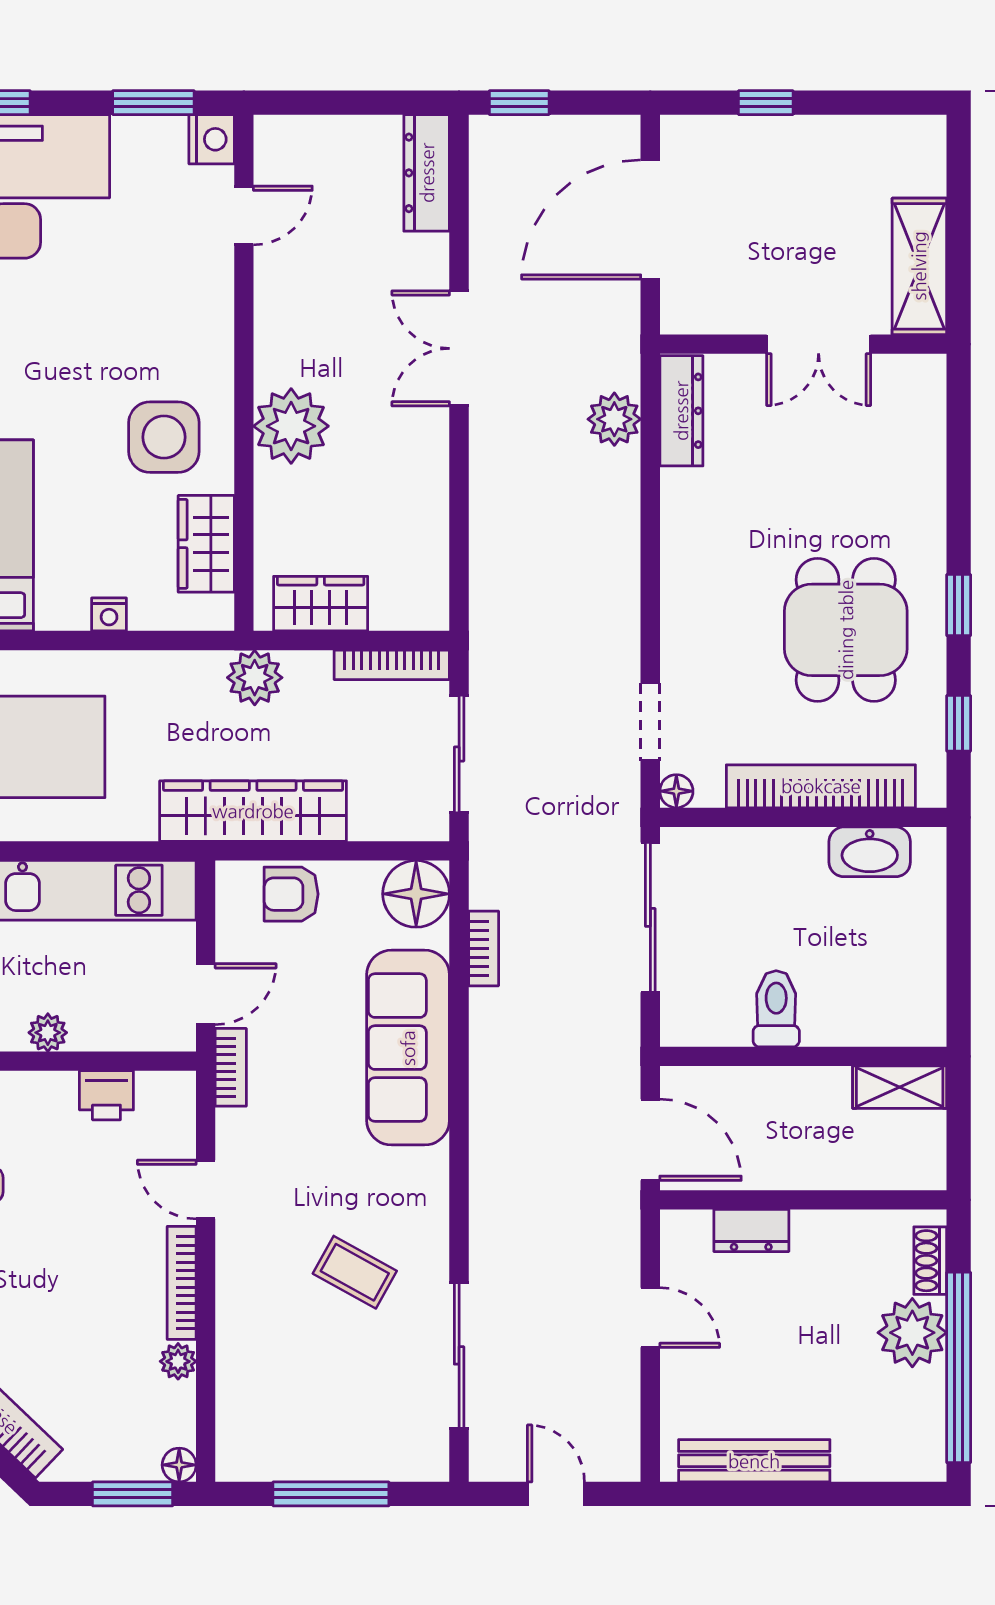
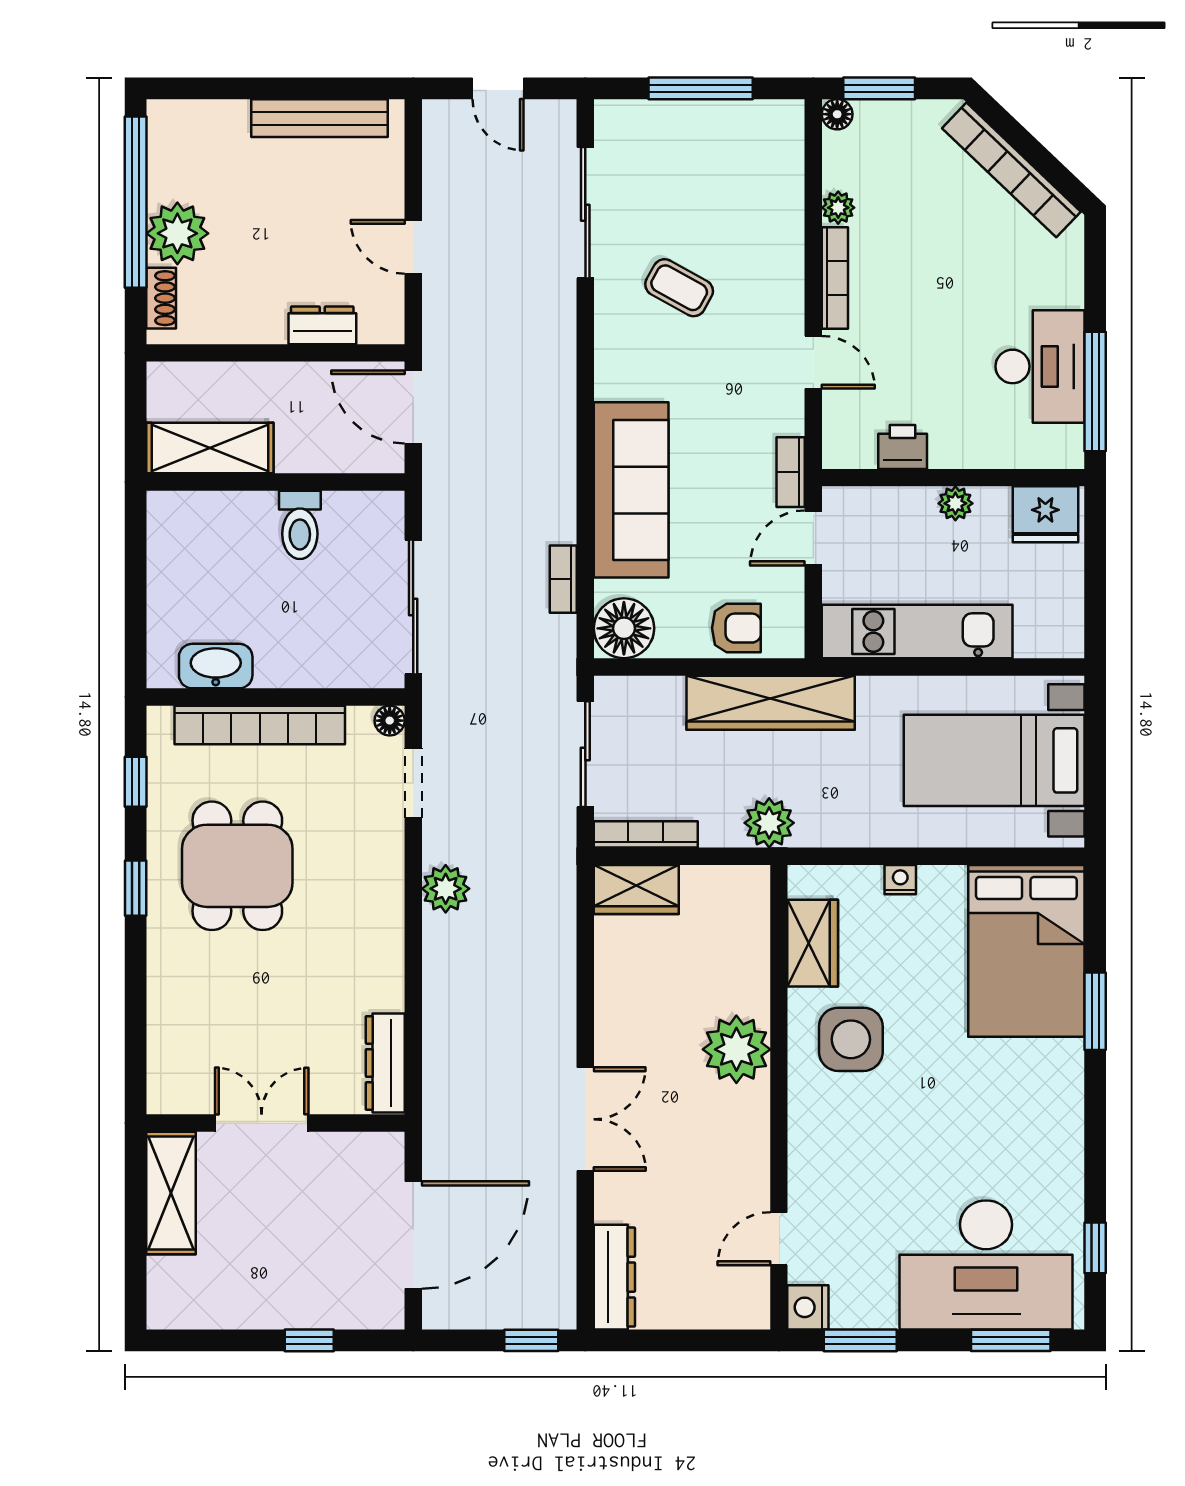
plant: (614, 419) -> (446, 889), moved
wardrobe: (321, 604) -> (636, 889), moved
shelving: (900, 1087) -> (210, 448), width x1.50, depth x1.33

